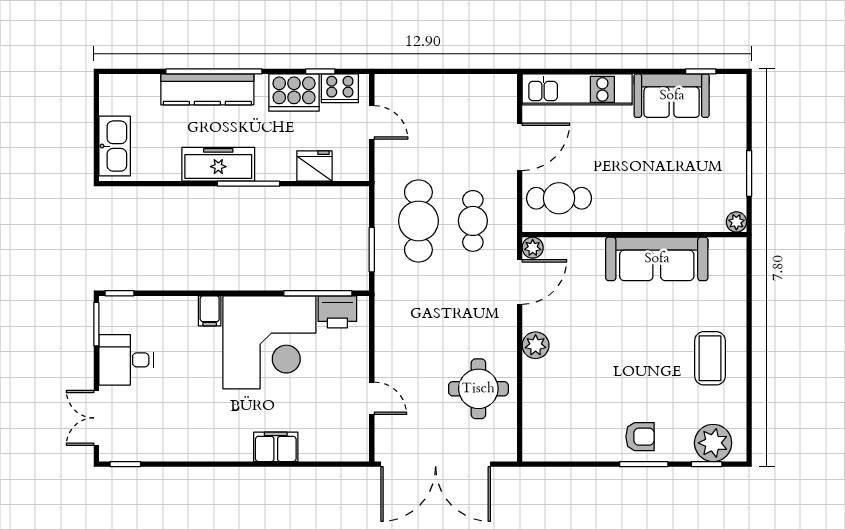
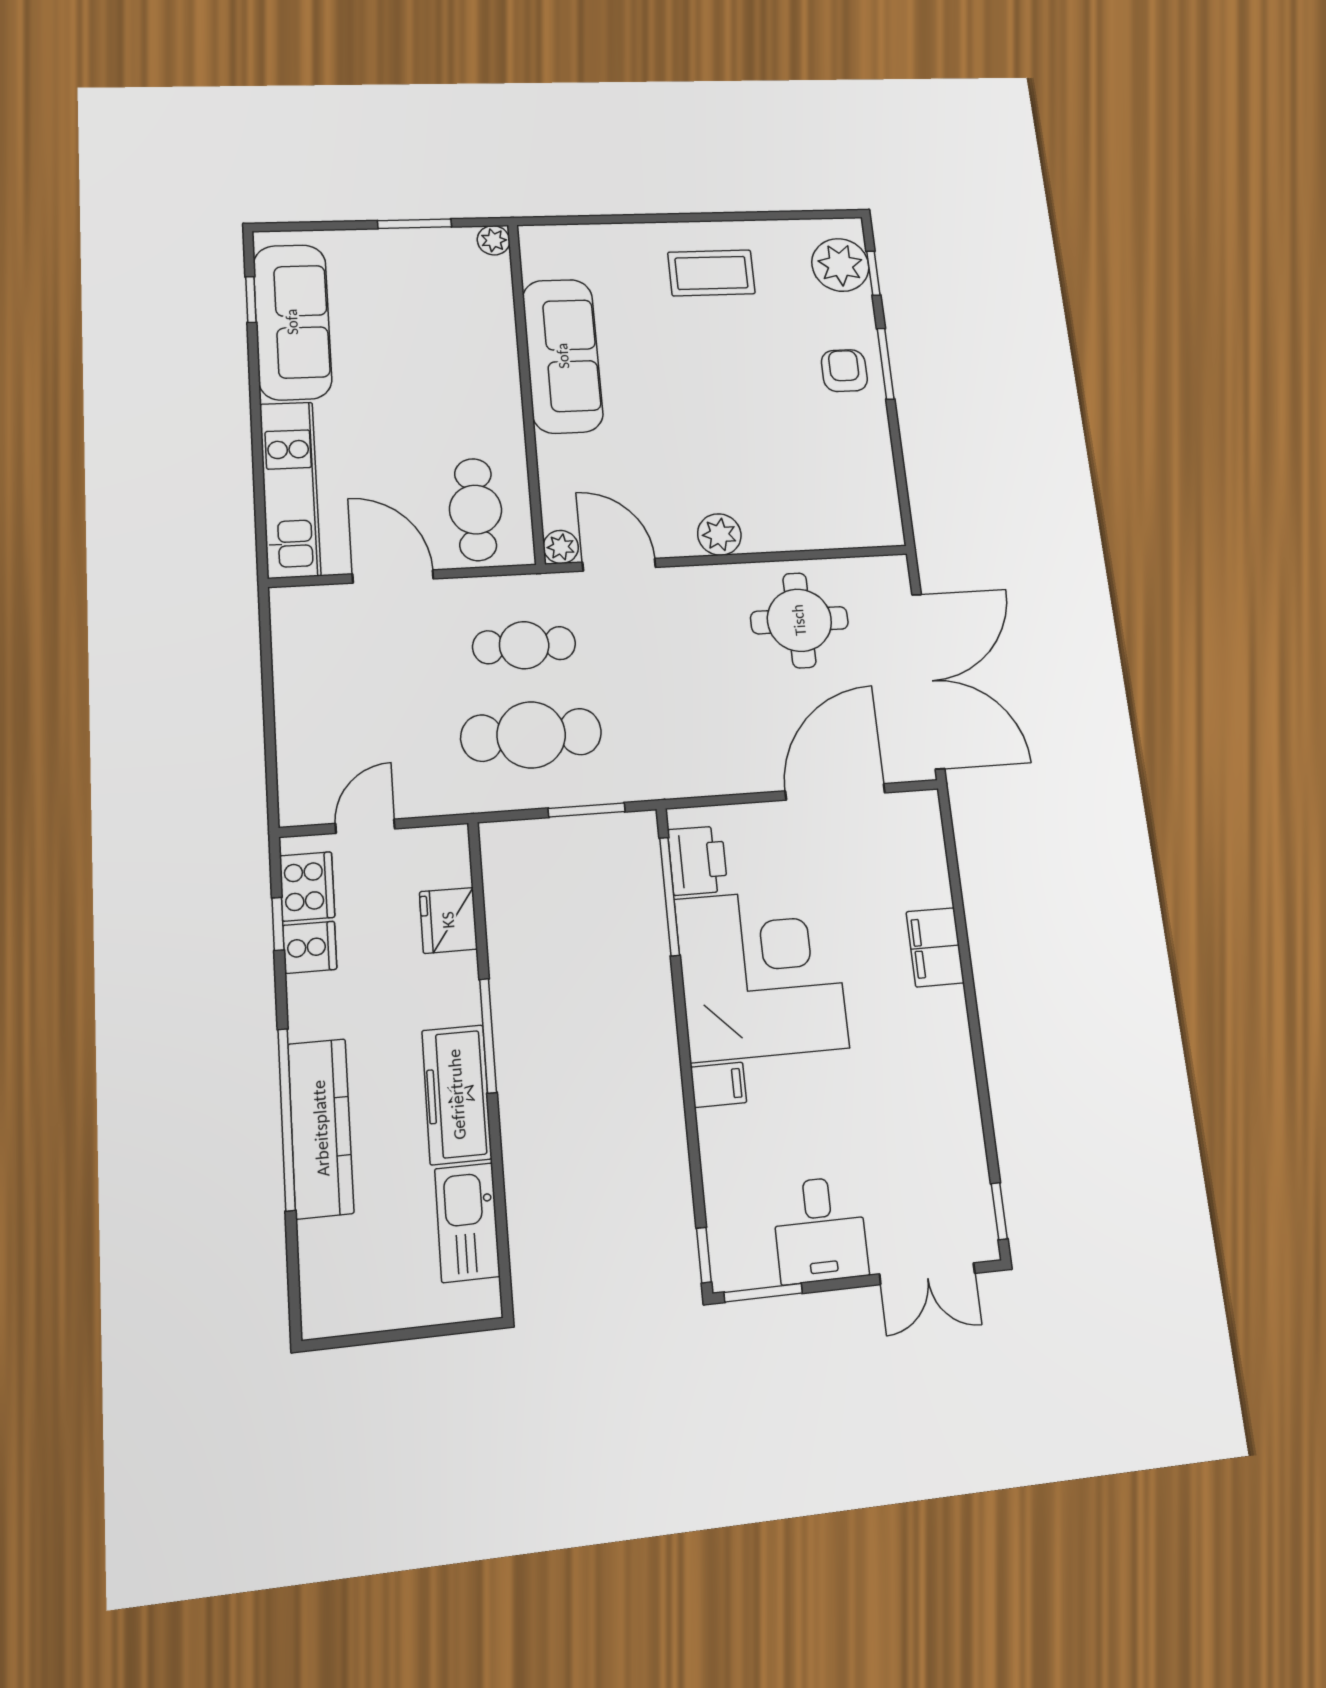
cooker: (294, 93) -> (310, 947), width x0.53, depth x0.76
sofa: (672, 96) -> (292, 322), width x1.36
kitchen sink: (115, 146) -> (467, 1222), moved, turned -90
door: (372, 398) -> (835, 792), width x1.87

